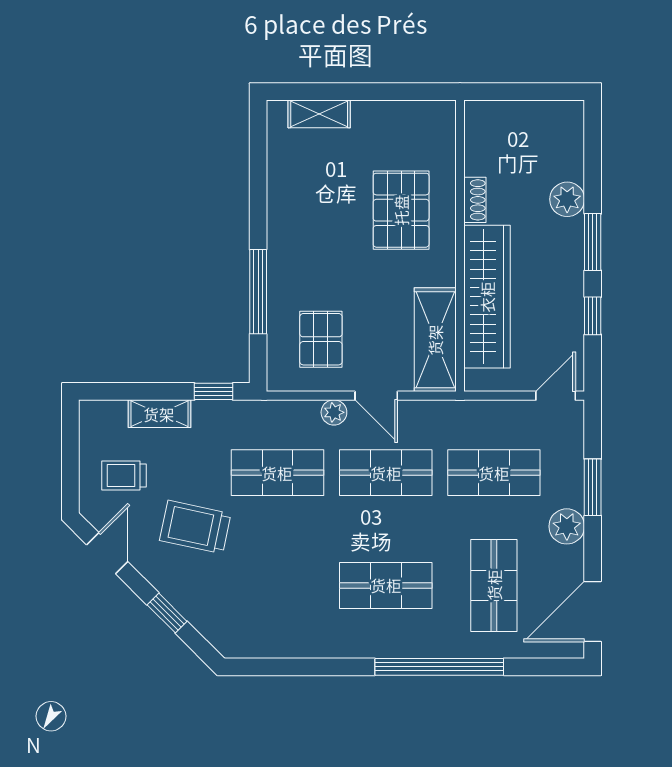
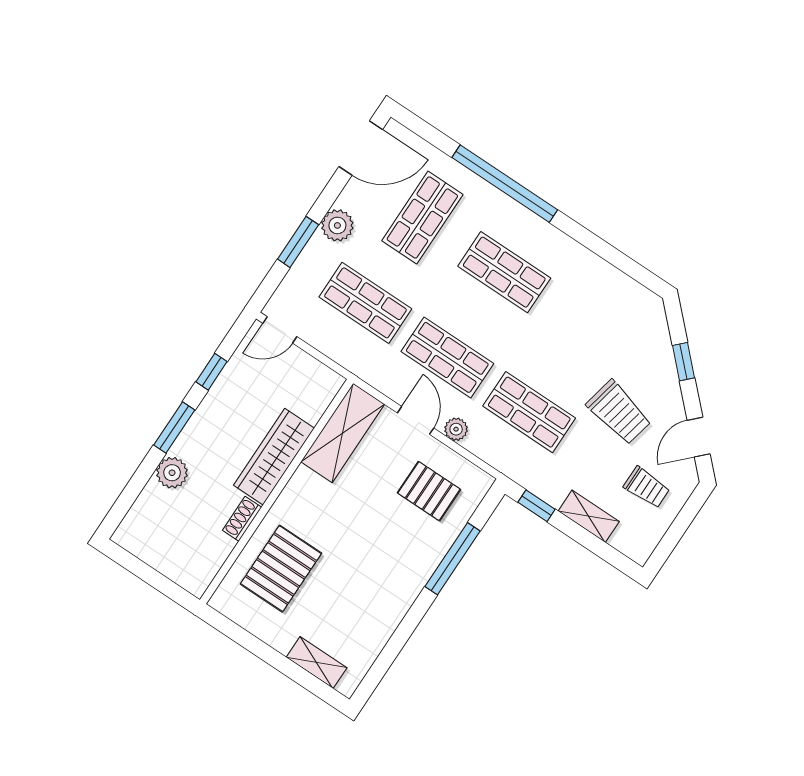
pallet: (401, 210) -> (281, 569), moved
wardrobe: (487, 297) -> (274, 457), width x0.71, depth x0.85
pallet: (321, 339) -> (429, 491), turned 90

